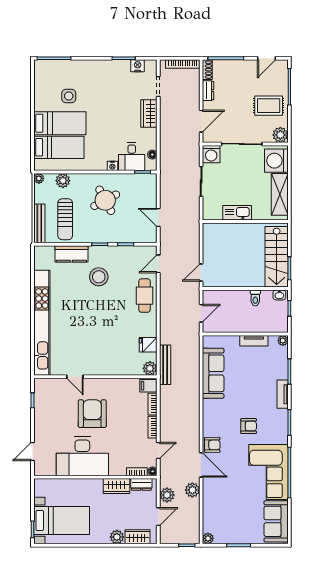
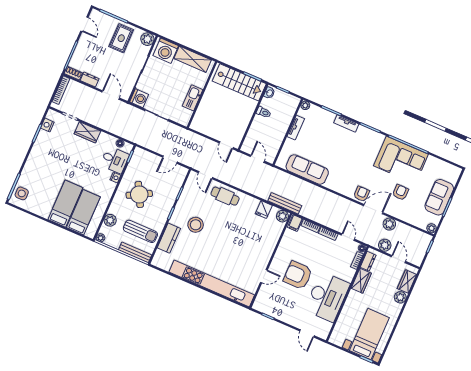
side table: (69, 96) -> (22, 193), moved
armchair: (249, 426) -> (400, 192), moved
sofa: (276, 521) -> (439, 197), moved, turned 90

